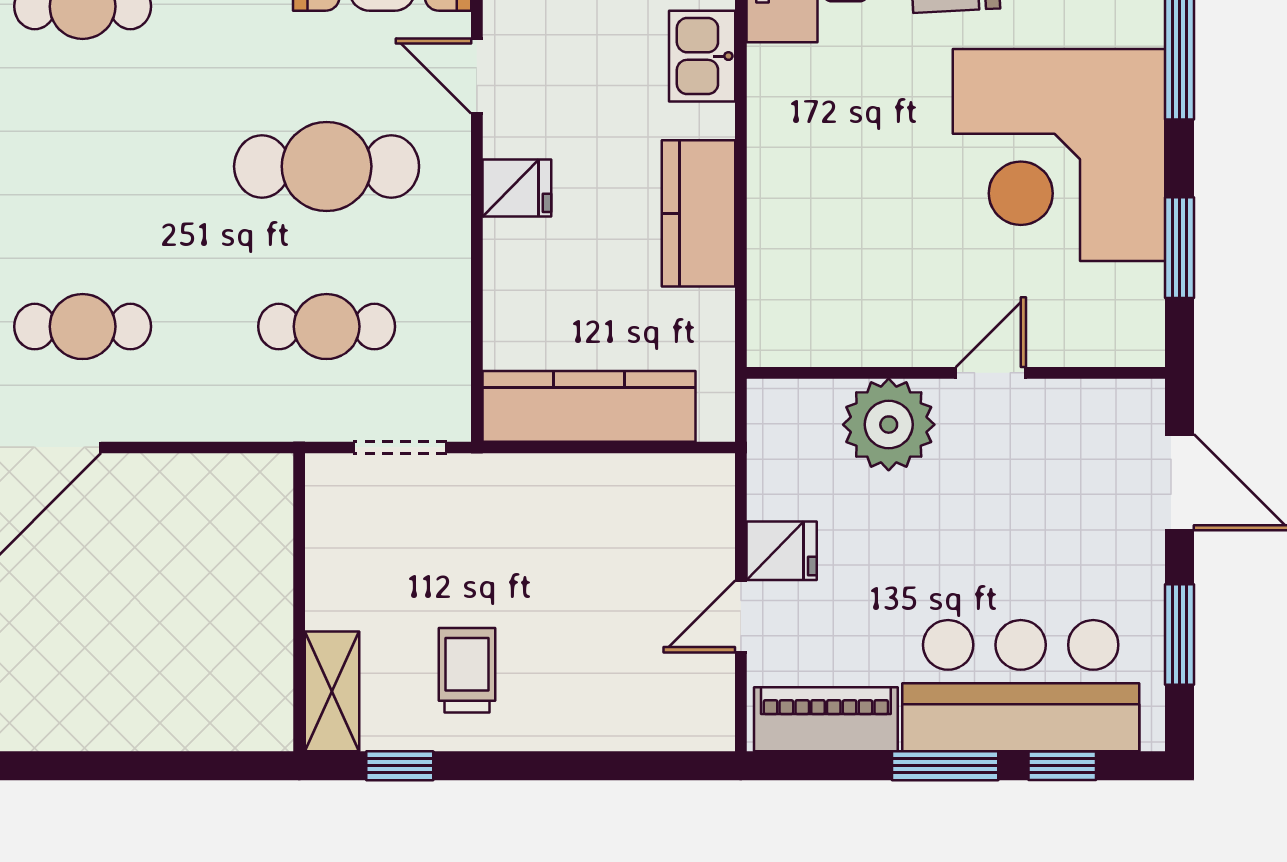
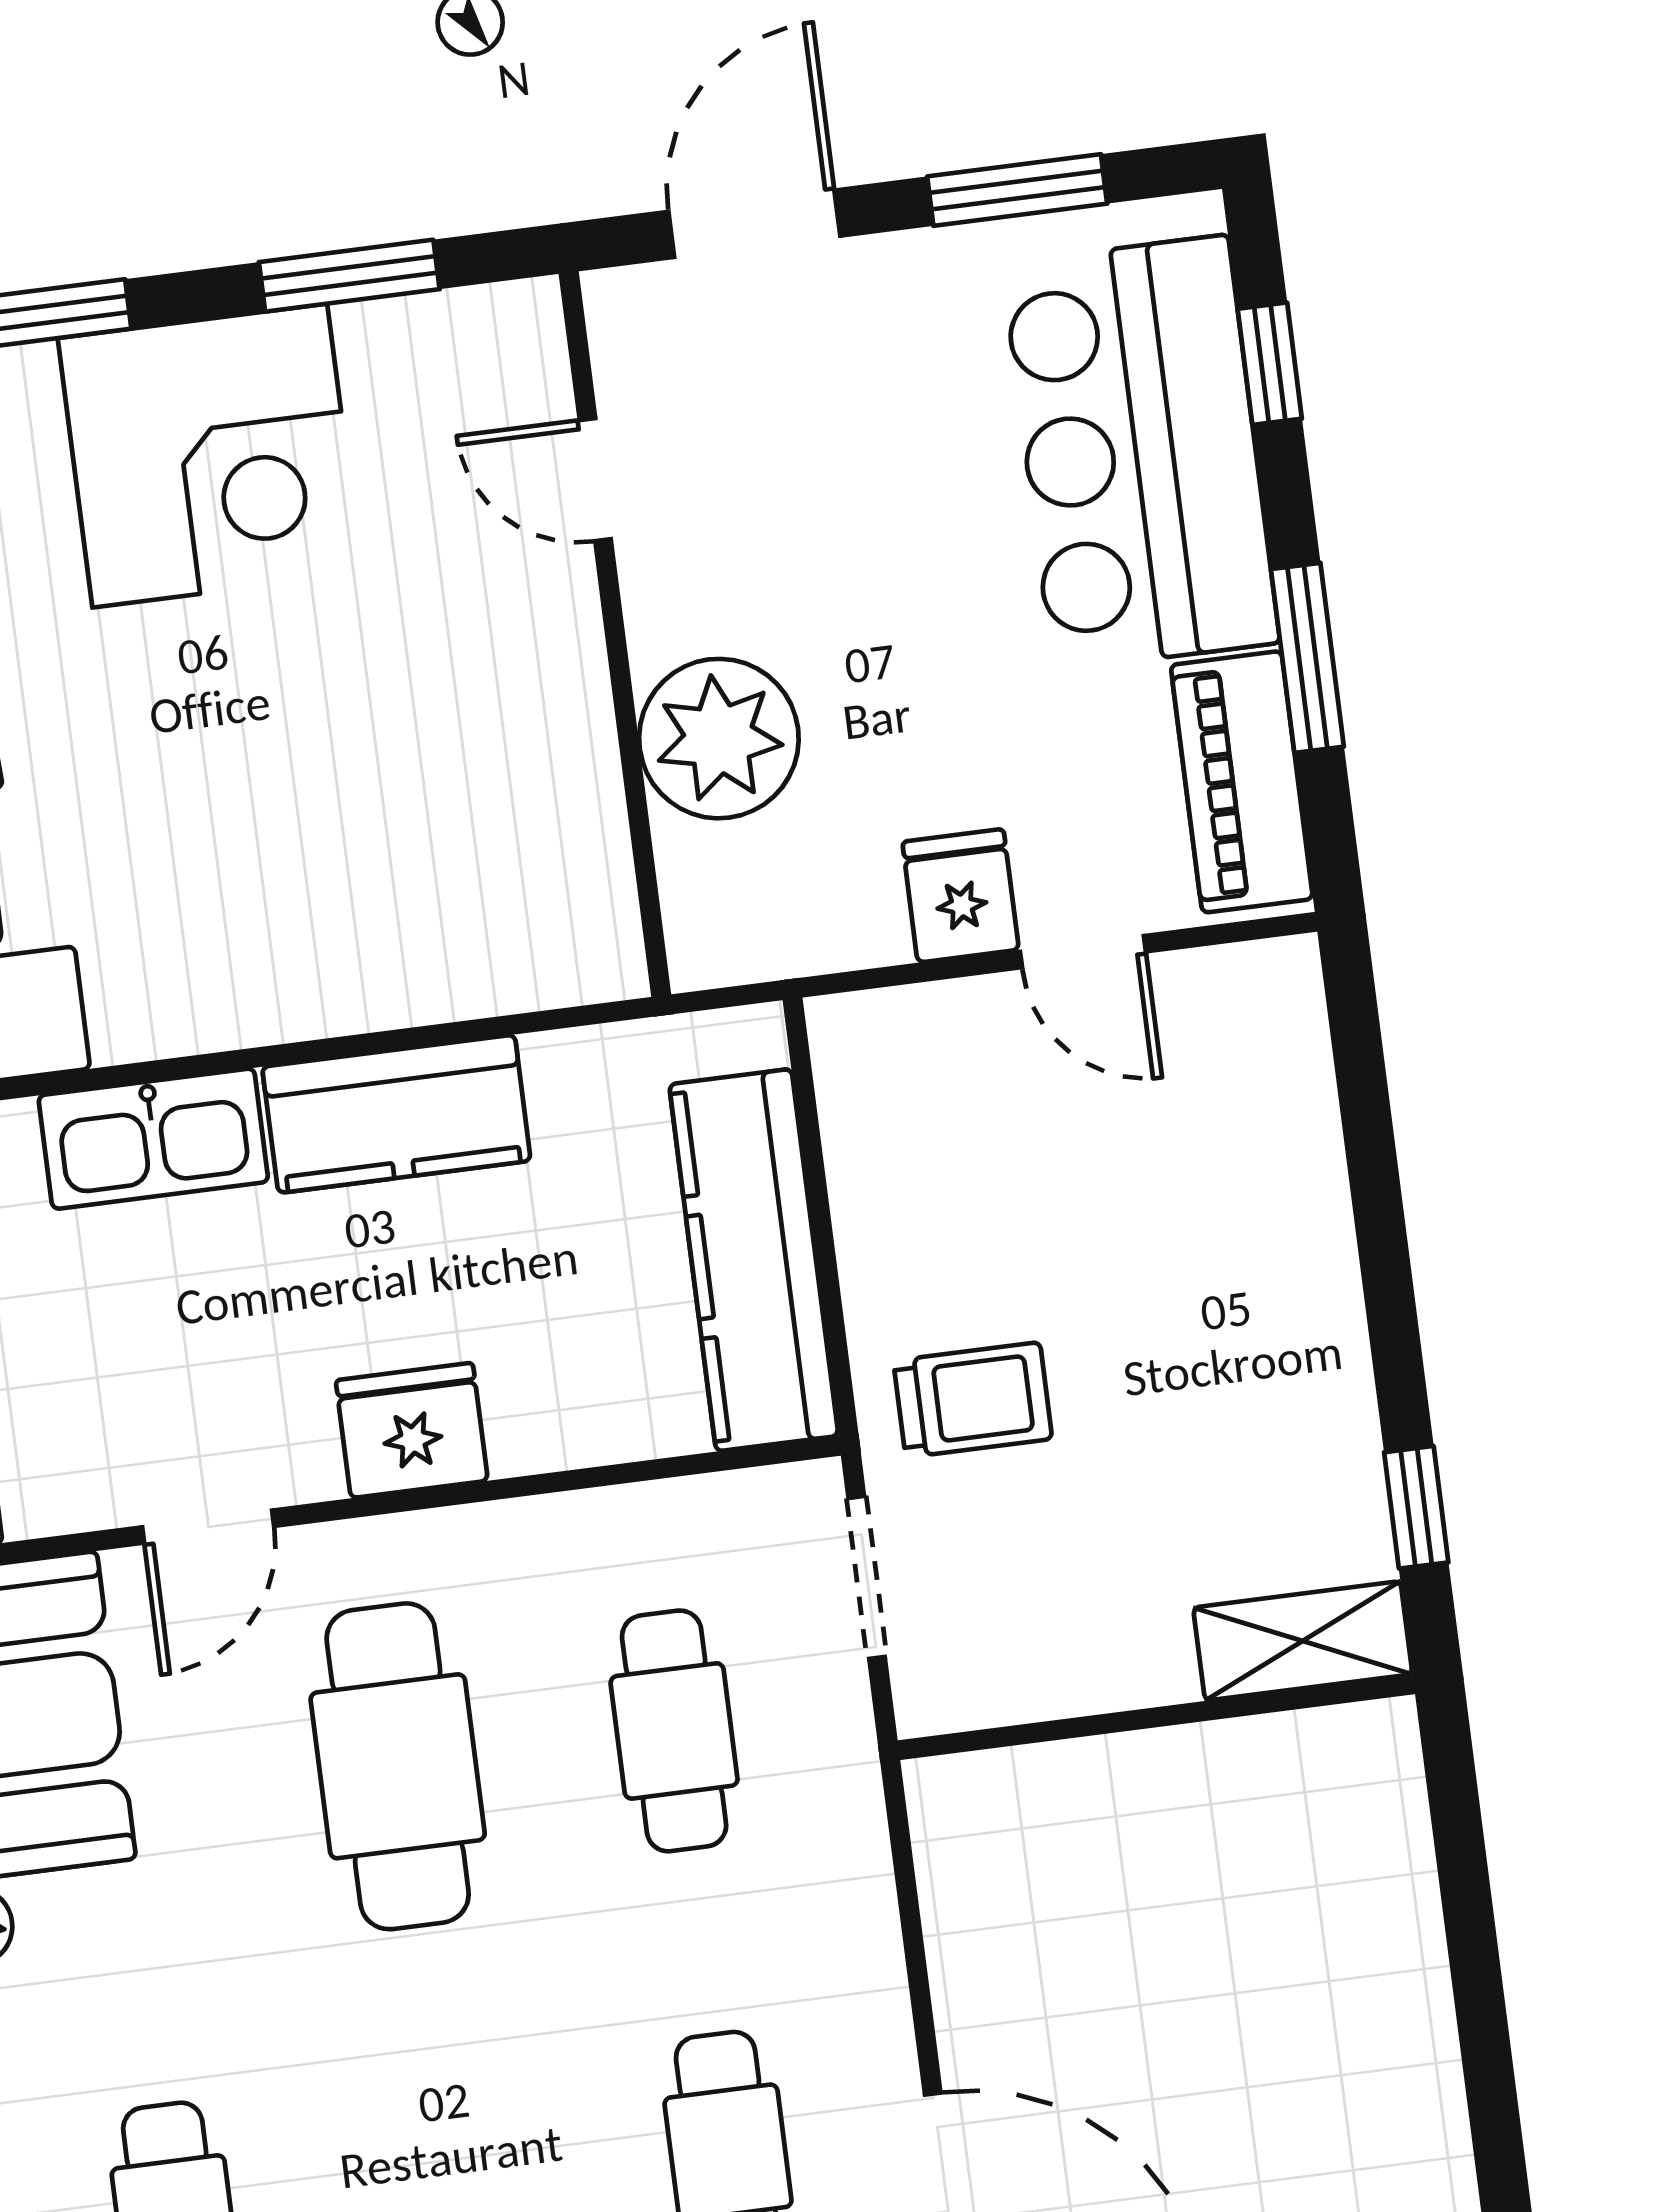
kitchen sink: (702, 56) -> (153, 1139), width x1.38
corner desk: (1059, 155) -> (210, 456), width x0.74, depth x0.74
fridge: (517, 188) -> (412, 1430), width x1.38
door: (991, 373) -> (595, 480), moved
trolley: (467, 670) -> (973, 1400), moved, turned 180
window: (945, 766) -> (1307, 658), moved

